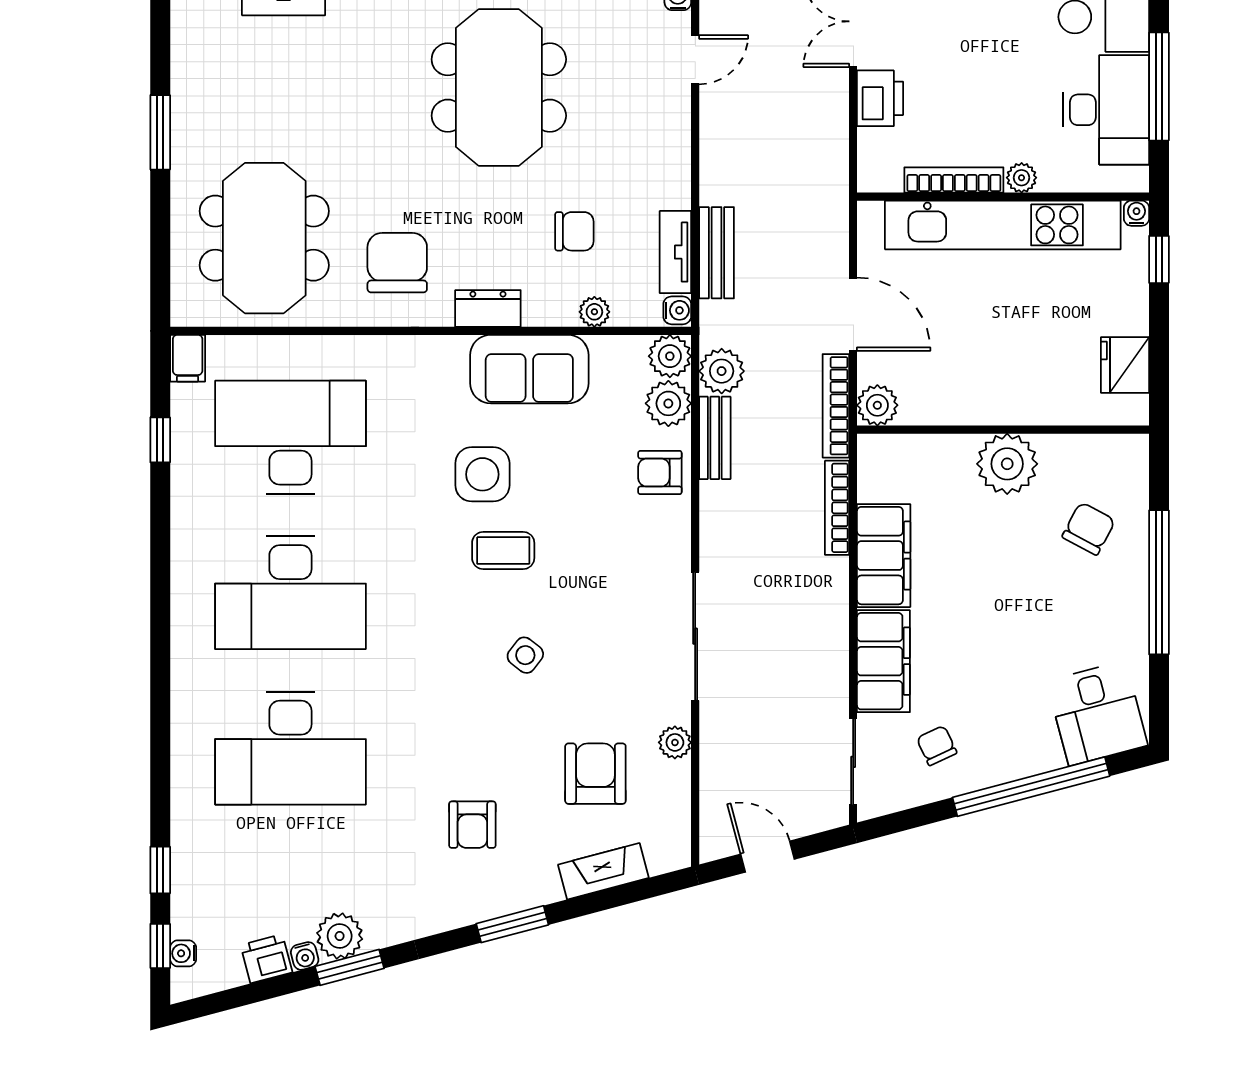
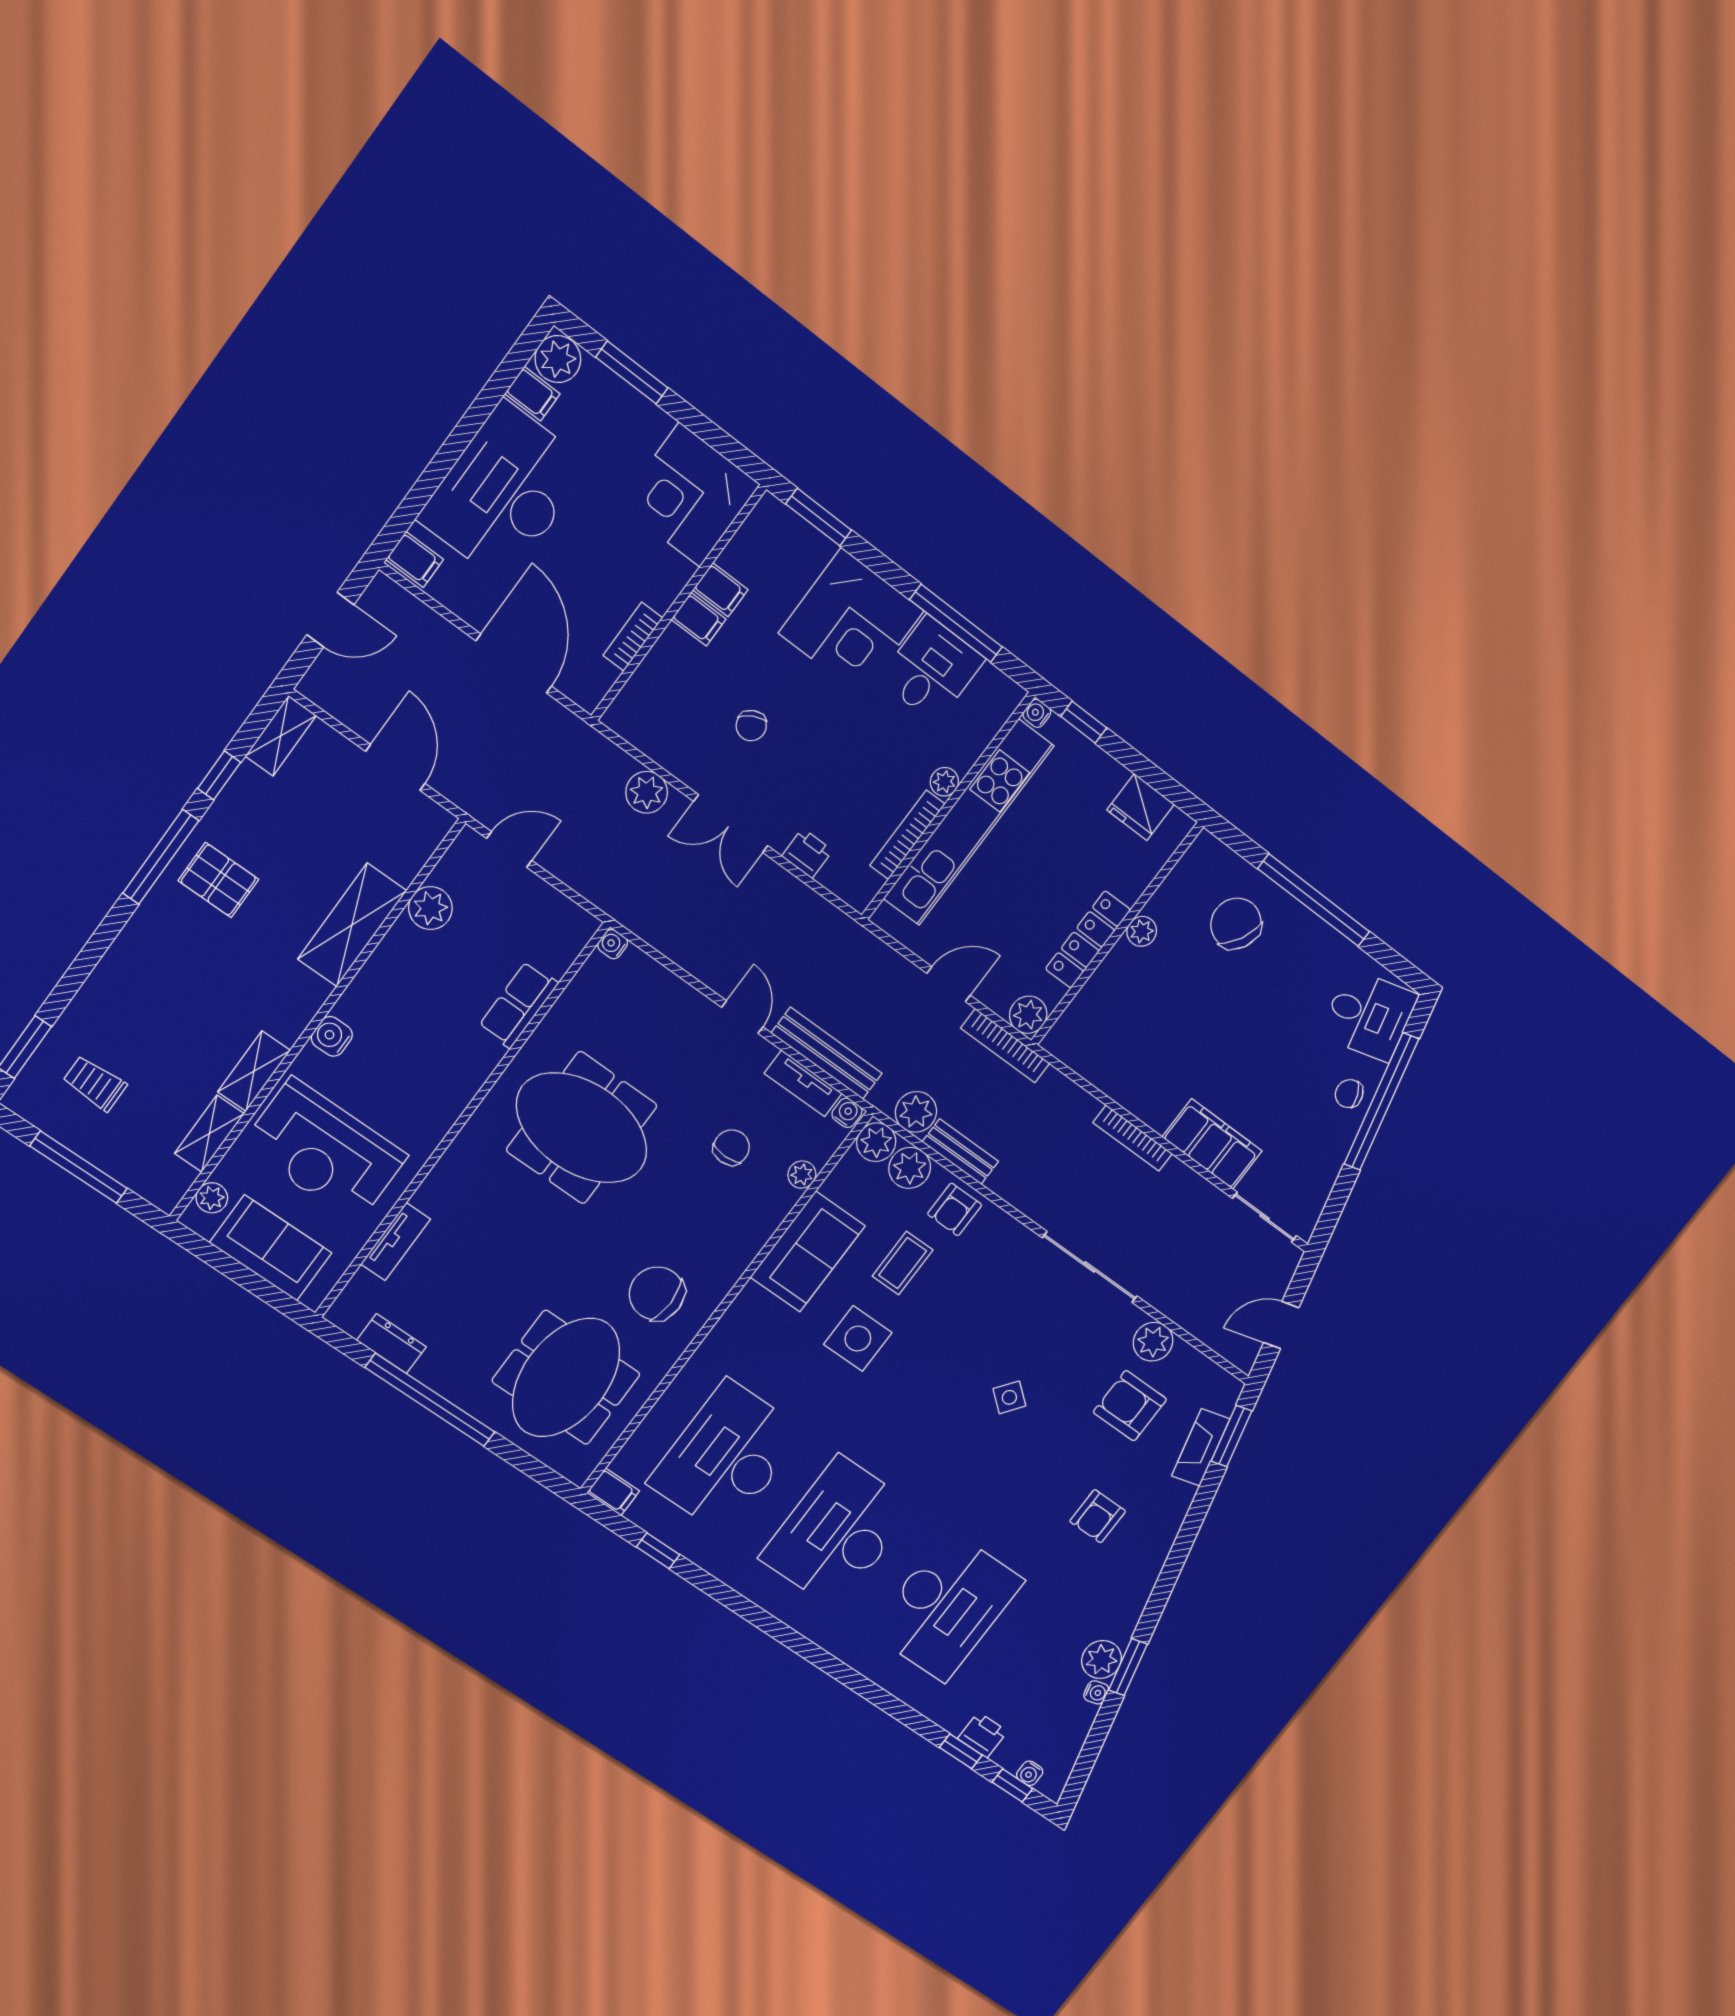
door: (695, 60) -> (742, 1017), moved
printer: (880, 98) -> (807, 853), width x0.73, depth x0.81
desk: (1106, 110) -> (932, 669), width x0.73
window: (160, 132) -> (430, 1400), width x2.11
meeting table: (264, 238) -> (566, 1378), turned 90
bench: (717, 253) -> (827, 1053), width x1.36
dresser: (488, 309) -> (392, 1344), moved, turned 90
door: (853, 314) -> (949, 984), width x0.73
locker: (980, 407) -> (1088, 939), added
plant: (1007, 464) -> (1142, 931), width x0.53, depth x0.53
bookcase: (837, 508) -> (1133, 1138), moved
chair: (1089, 529) -> (1236, 924), width x1.37, depth x1.37
coffee table: (503, 550) -> (903, 1263), moved
filing cabinet: (884, 556) -> (1139, 1089), removed
desk: (290, 593) -> (838, 1532), turned 180
plant: (675, 742) -> (1153, 1342), width x1.38, depth x1.38
chair: (937, 746) -> (1349, 1094), moved
armchair: (472, 825) -> (1098, 1516), turned 90
window: (512, 924) -> (1232, 1436), moved
printer: (266, 959) -> (983, 1735), moved, turned 105

